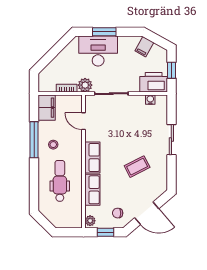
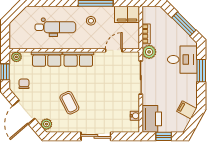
window: (56, 50) -> (184, 24), added
desk: (98, 51) -> (182, 60), width x0.73
plant: (159, 190) -> (46, 124), added

